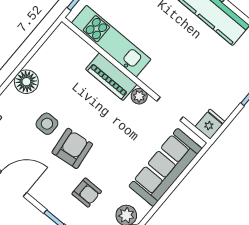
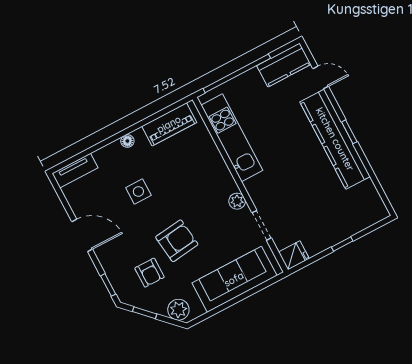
piano: (111, 77) -> (169, 124), moved, turned -90
floor lamp: (26, 82) -> (127, 141), width x0.53, depth x0.53
armchair: (72, 148) -> (177, 241), moved

